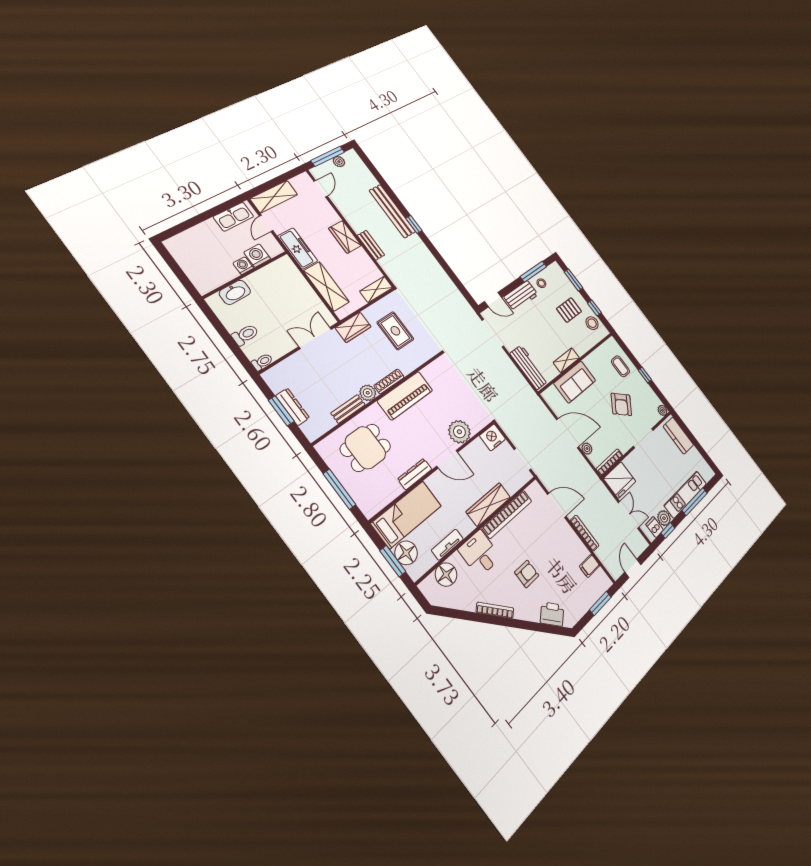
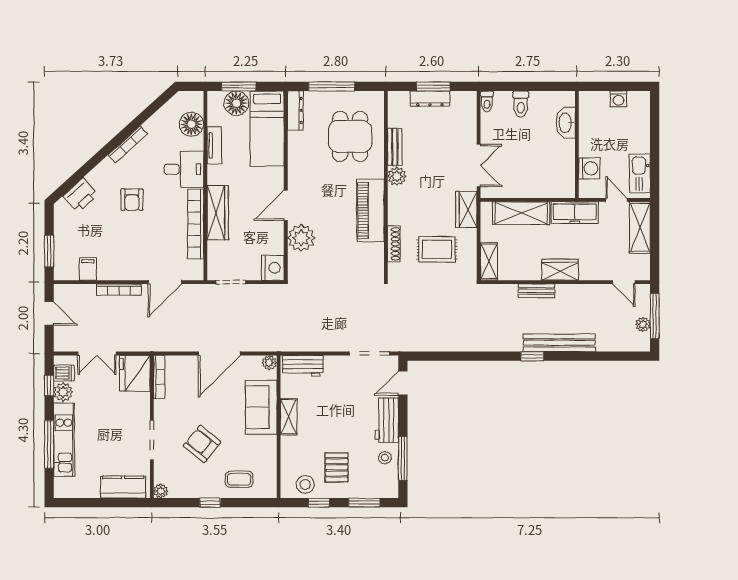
washing machine: (243, 266) -> (618, 99), moved, turned 90
workbench: (529, 367) -> (303, 366), width x0.73
shoe rack: (389, 381) -> (394, 244), moved
plant: (587, 449) -> (269, 363), moved
dresser: (415, 474) -> (295, 110), moved

